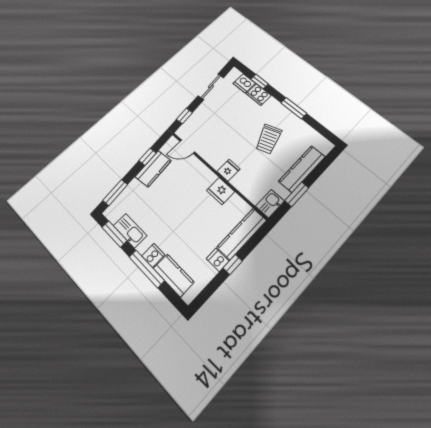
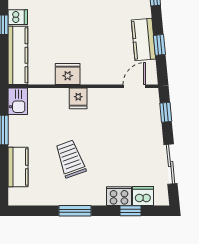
kitchen counter: (302, 169) -> (18, 167), width x0.67

